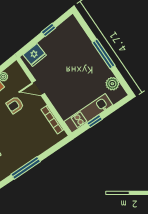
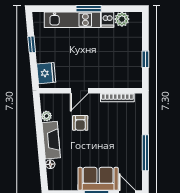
window: (104, 54) -> (89, 9), width x0.69
dishwasher: (105, 73) -> (108, 20), added
kitchen unit: (88, 113) -> (72, 20), moved, turned -90

